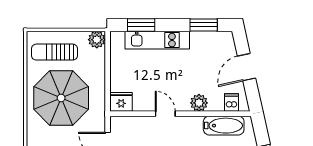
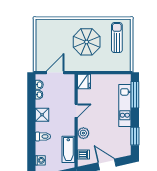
window: (141, 25) -> (135, 95), width x1.44
plant: (97, 40) -> (125, 65), removed
parasol: (61, 98) -> (87, 42), width x0.73, depth x0.73

